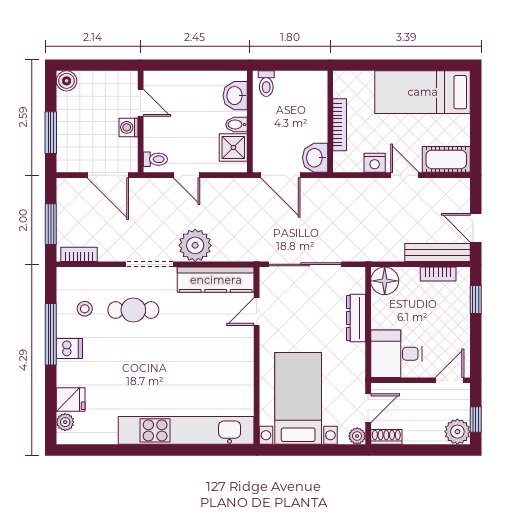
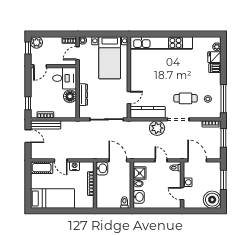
boiler: (67, 81) -> (212, 200), width x1.86, depth x1.86
floor lamp: (385, 281) -> (70, 96), moved
window: (51, 334) -> (223, 99), moved
dishwasher: (69, 349) -> (215, 68), moved

